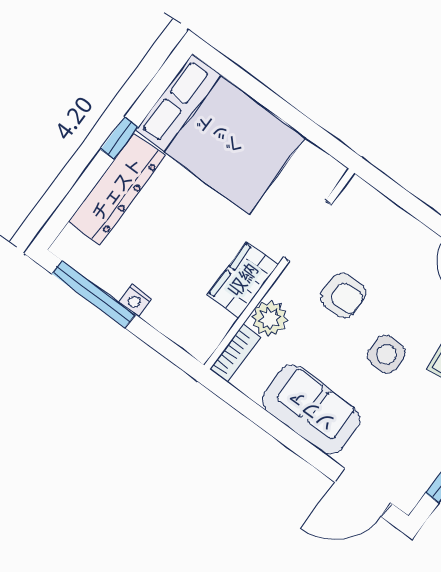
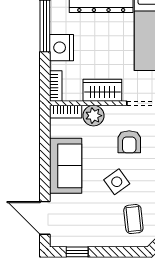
nightstand: (135, 300) -> (62, 48), width x1.89, depth x1.79
bookcase: (189, 341) -> (56, 86), added
side table: (387, 354) -> (117, 182), turned -36

